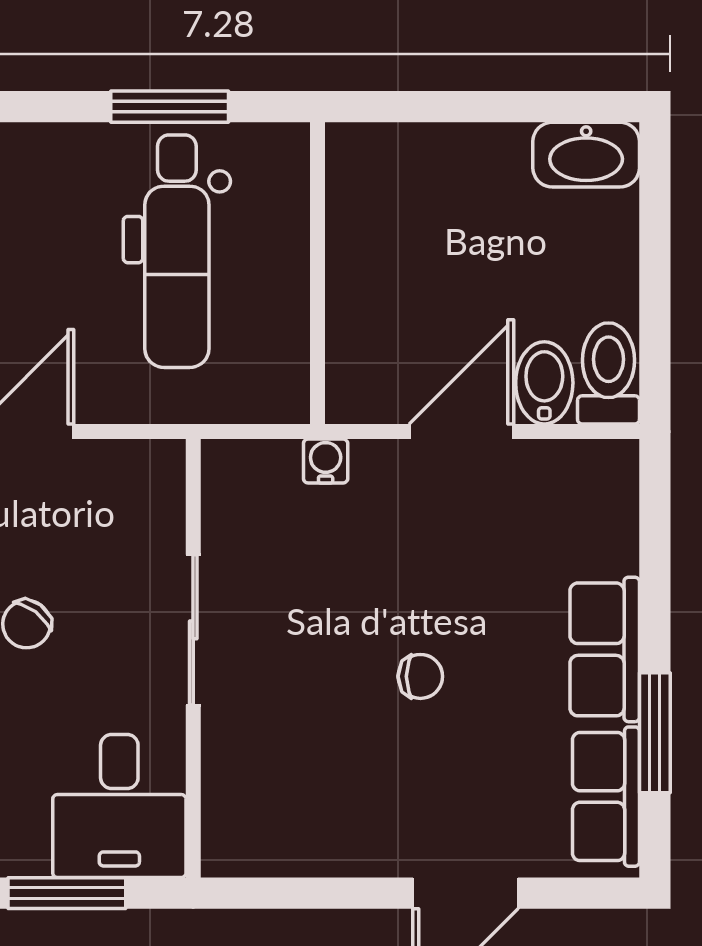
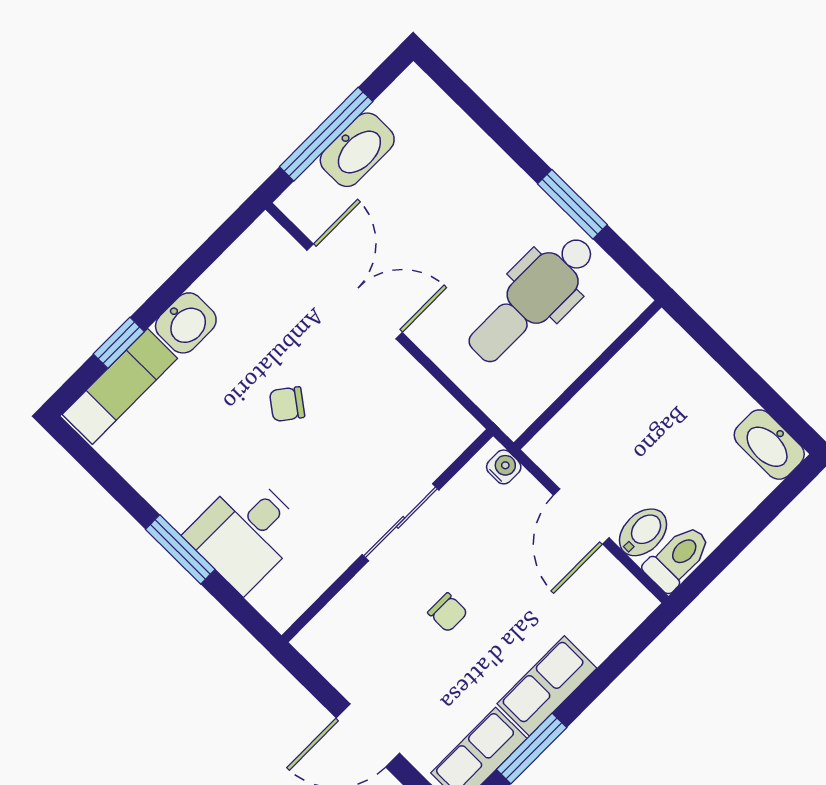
window: (170, 107) -> (572, 204), moved
door: (461, 432) -> (581, 516), swing flipped
sliding door: (193, 630) -> (401, 522), moved
wall: (193, 658) -> (387, 536), moved

